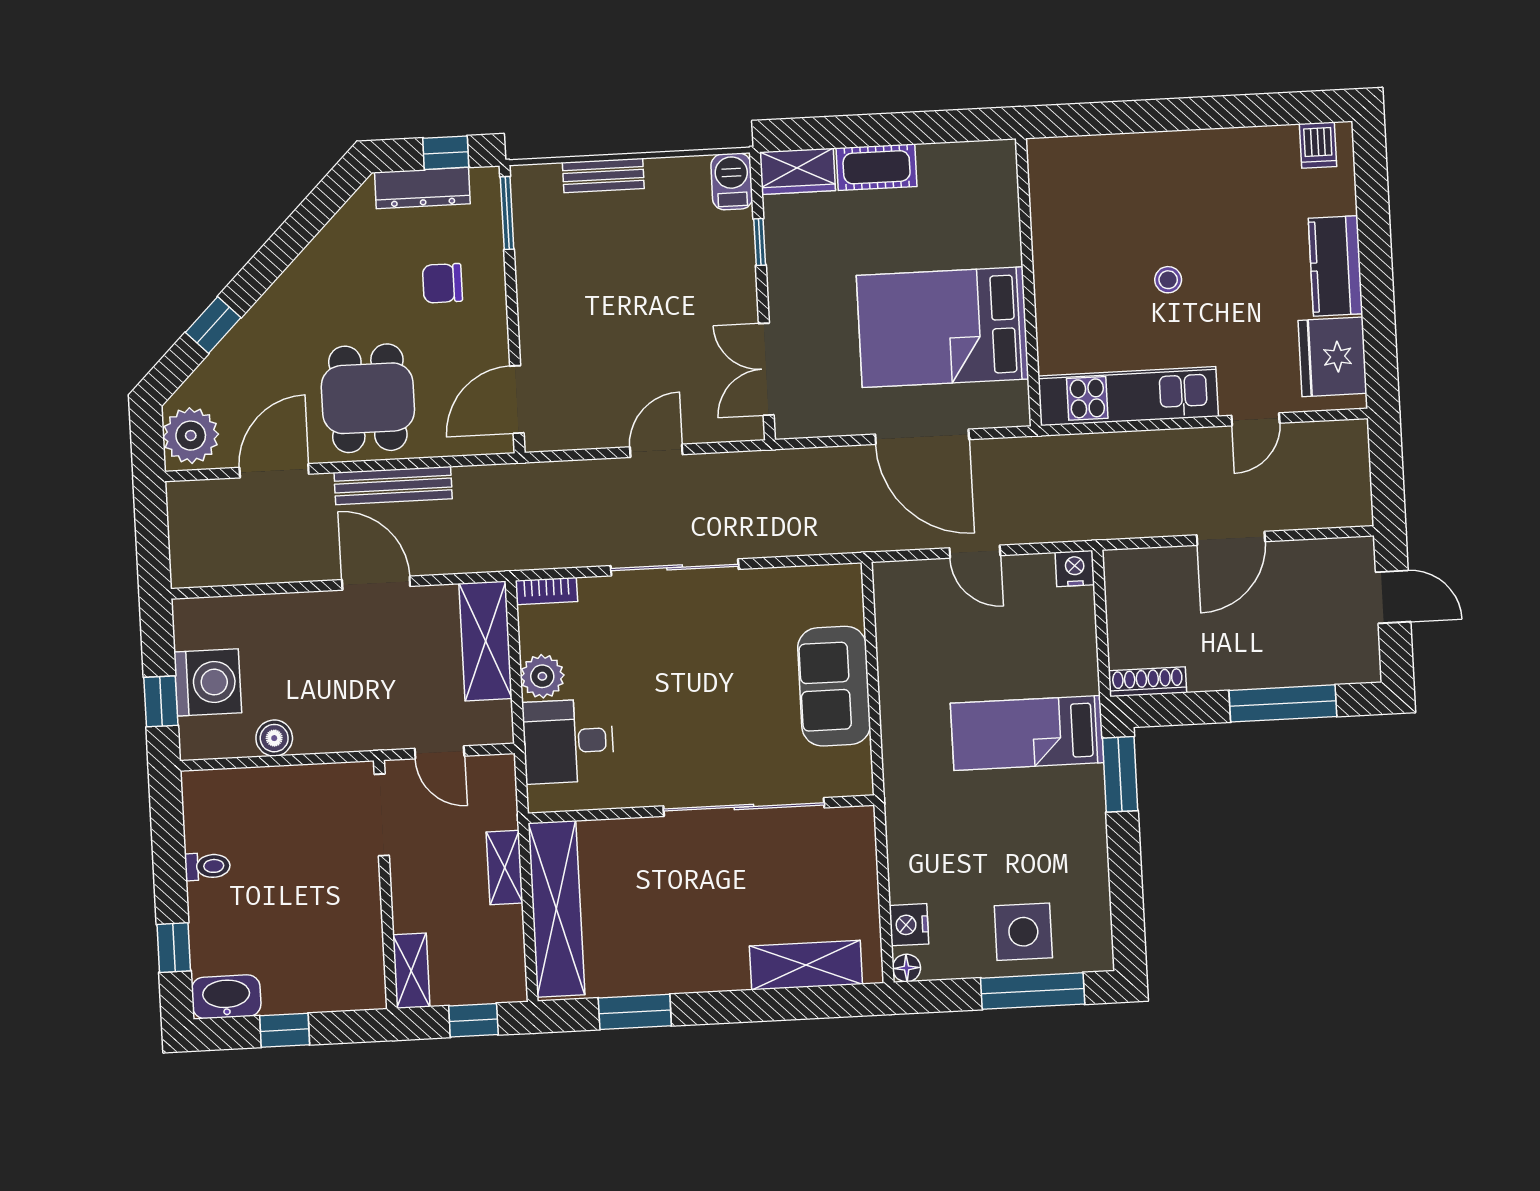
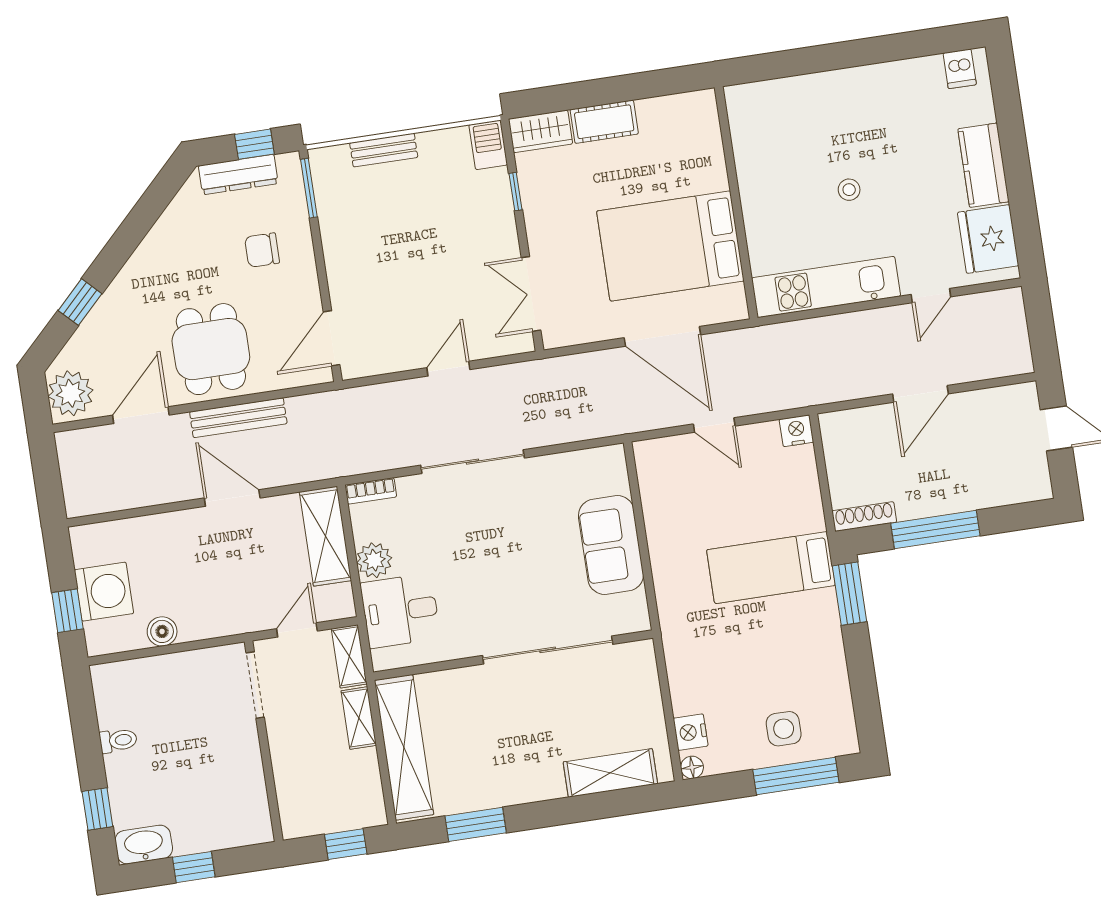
window: (1283, 703) -> (935, 529), moved
door: (439, 752) -> (297, 630), swing flipped
side table: (1023, 932) -> (784, 729), width x0.73, depth x0.73
shelving: (411, 971) -> (349, 656), moved

